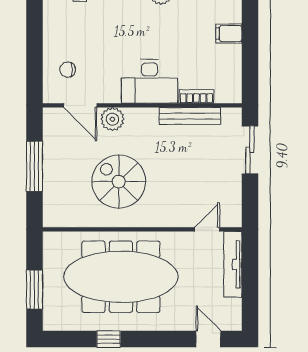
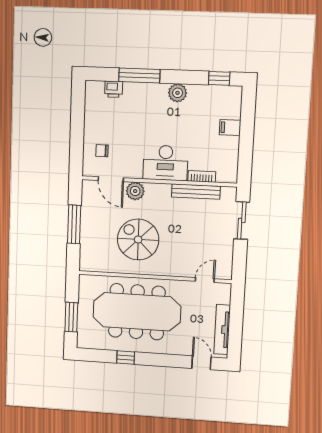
tv unit: (233, 264) -> (222, 330), moved

